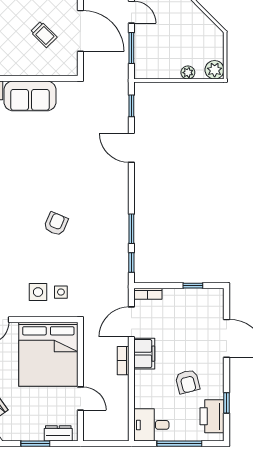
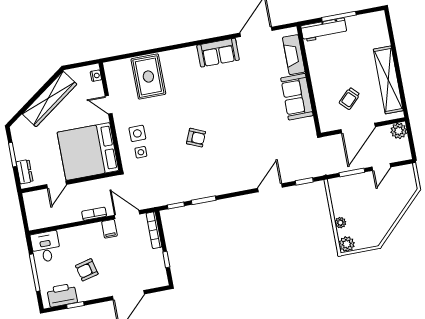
bookcase: (148, 294) -> (154, 230), width x1.56
filing cabinet: (144, 354) -> (109, 229), width x0.50

